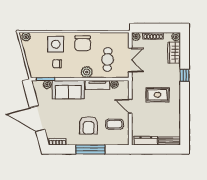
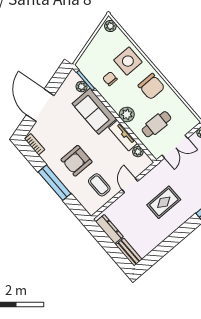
chair: (83, 43) -> (151, 86), turned -90
rug: (157, 95) -> (164, 202), turned 90

